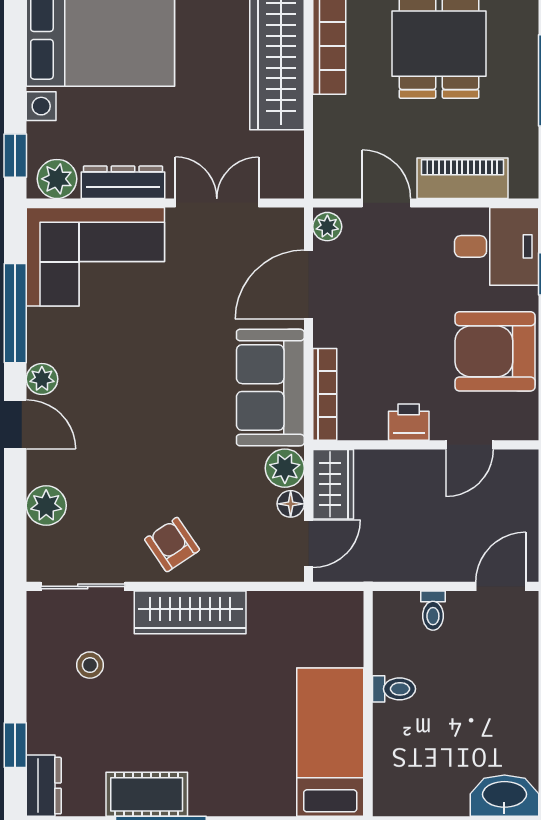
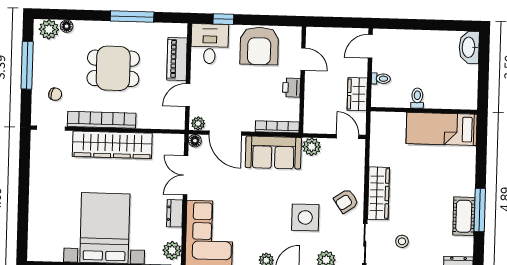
dresser: (123, 182) -> (175, 213), width x0.70
side table: (135, 459) -> (305, 217), added
wardrobe: (333, 484) -> (357, 94), moved, turned -90
floor lamp: (291, 504) -> (195, 141), moved
door: (501, 586) -> (370, 46), hinge flipped

